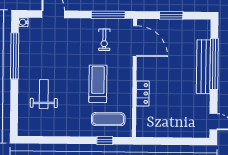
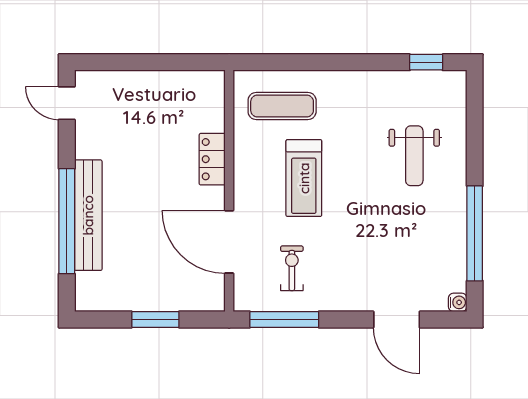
door: (135, 41) -> (229, 242), moved
window: (105, 141) -> (426, 62), moved

